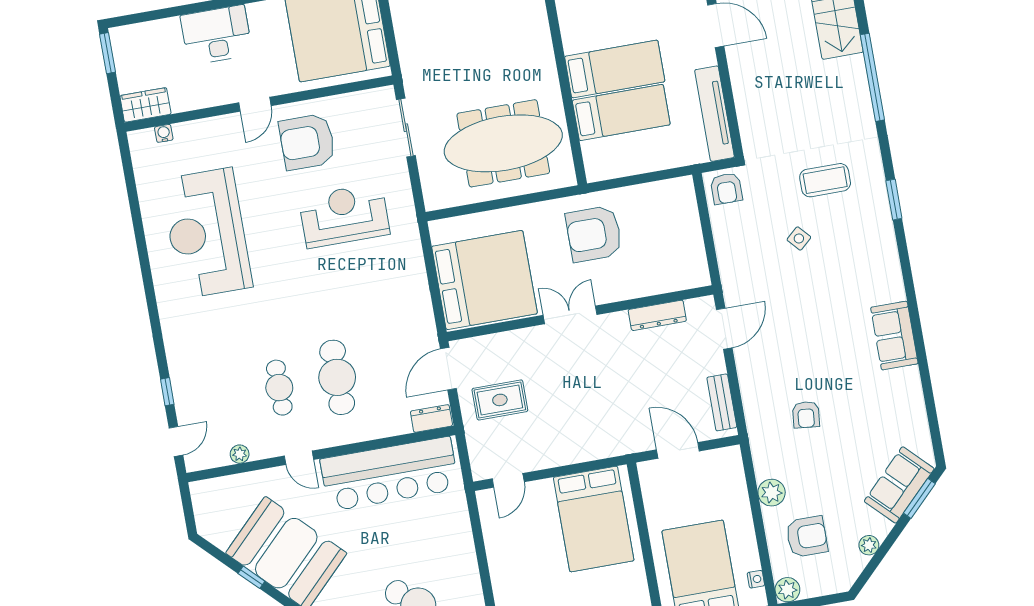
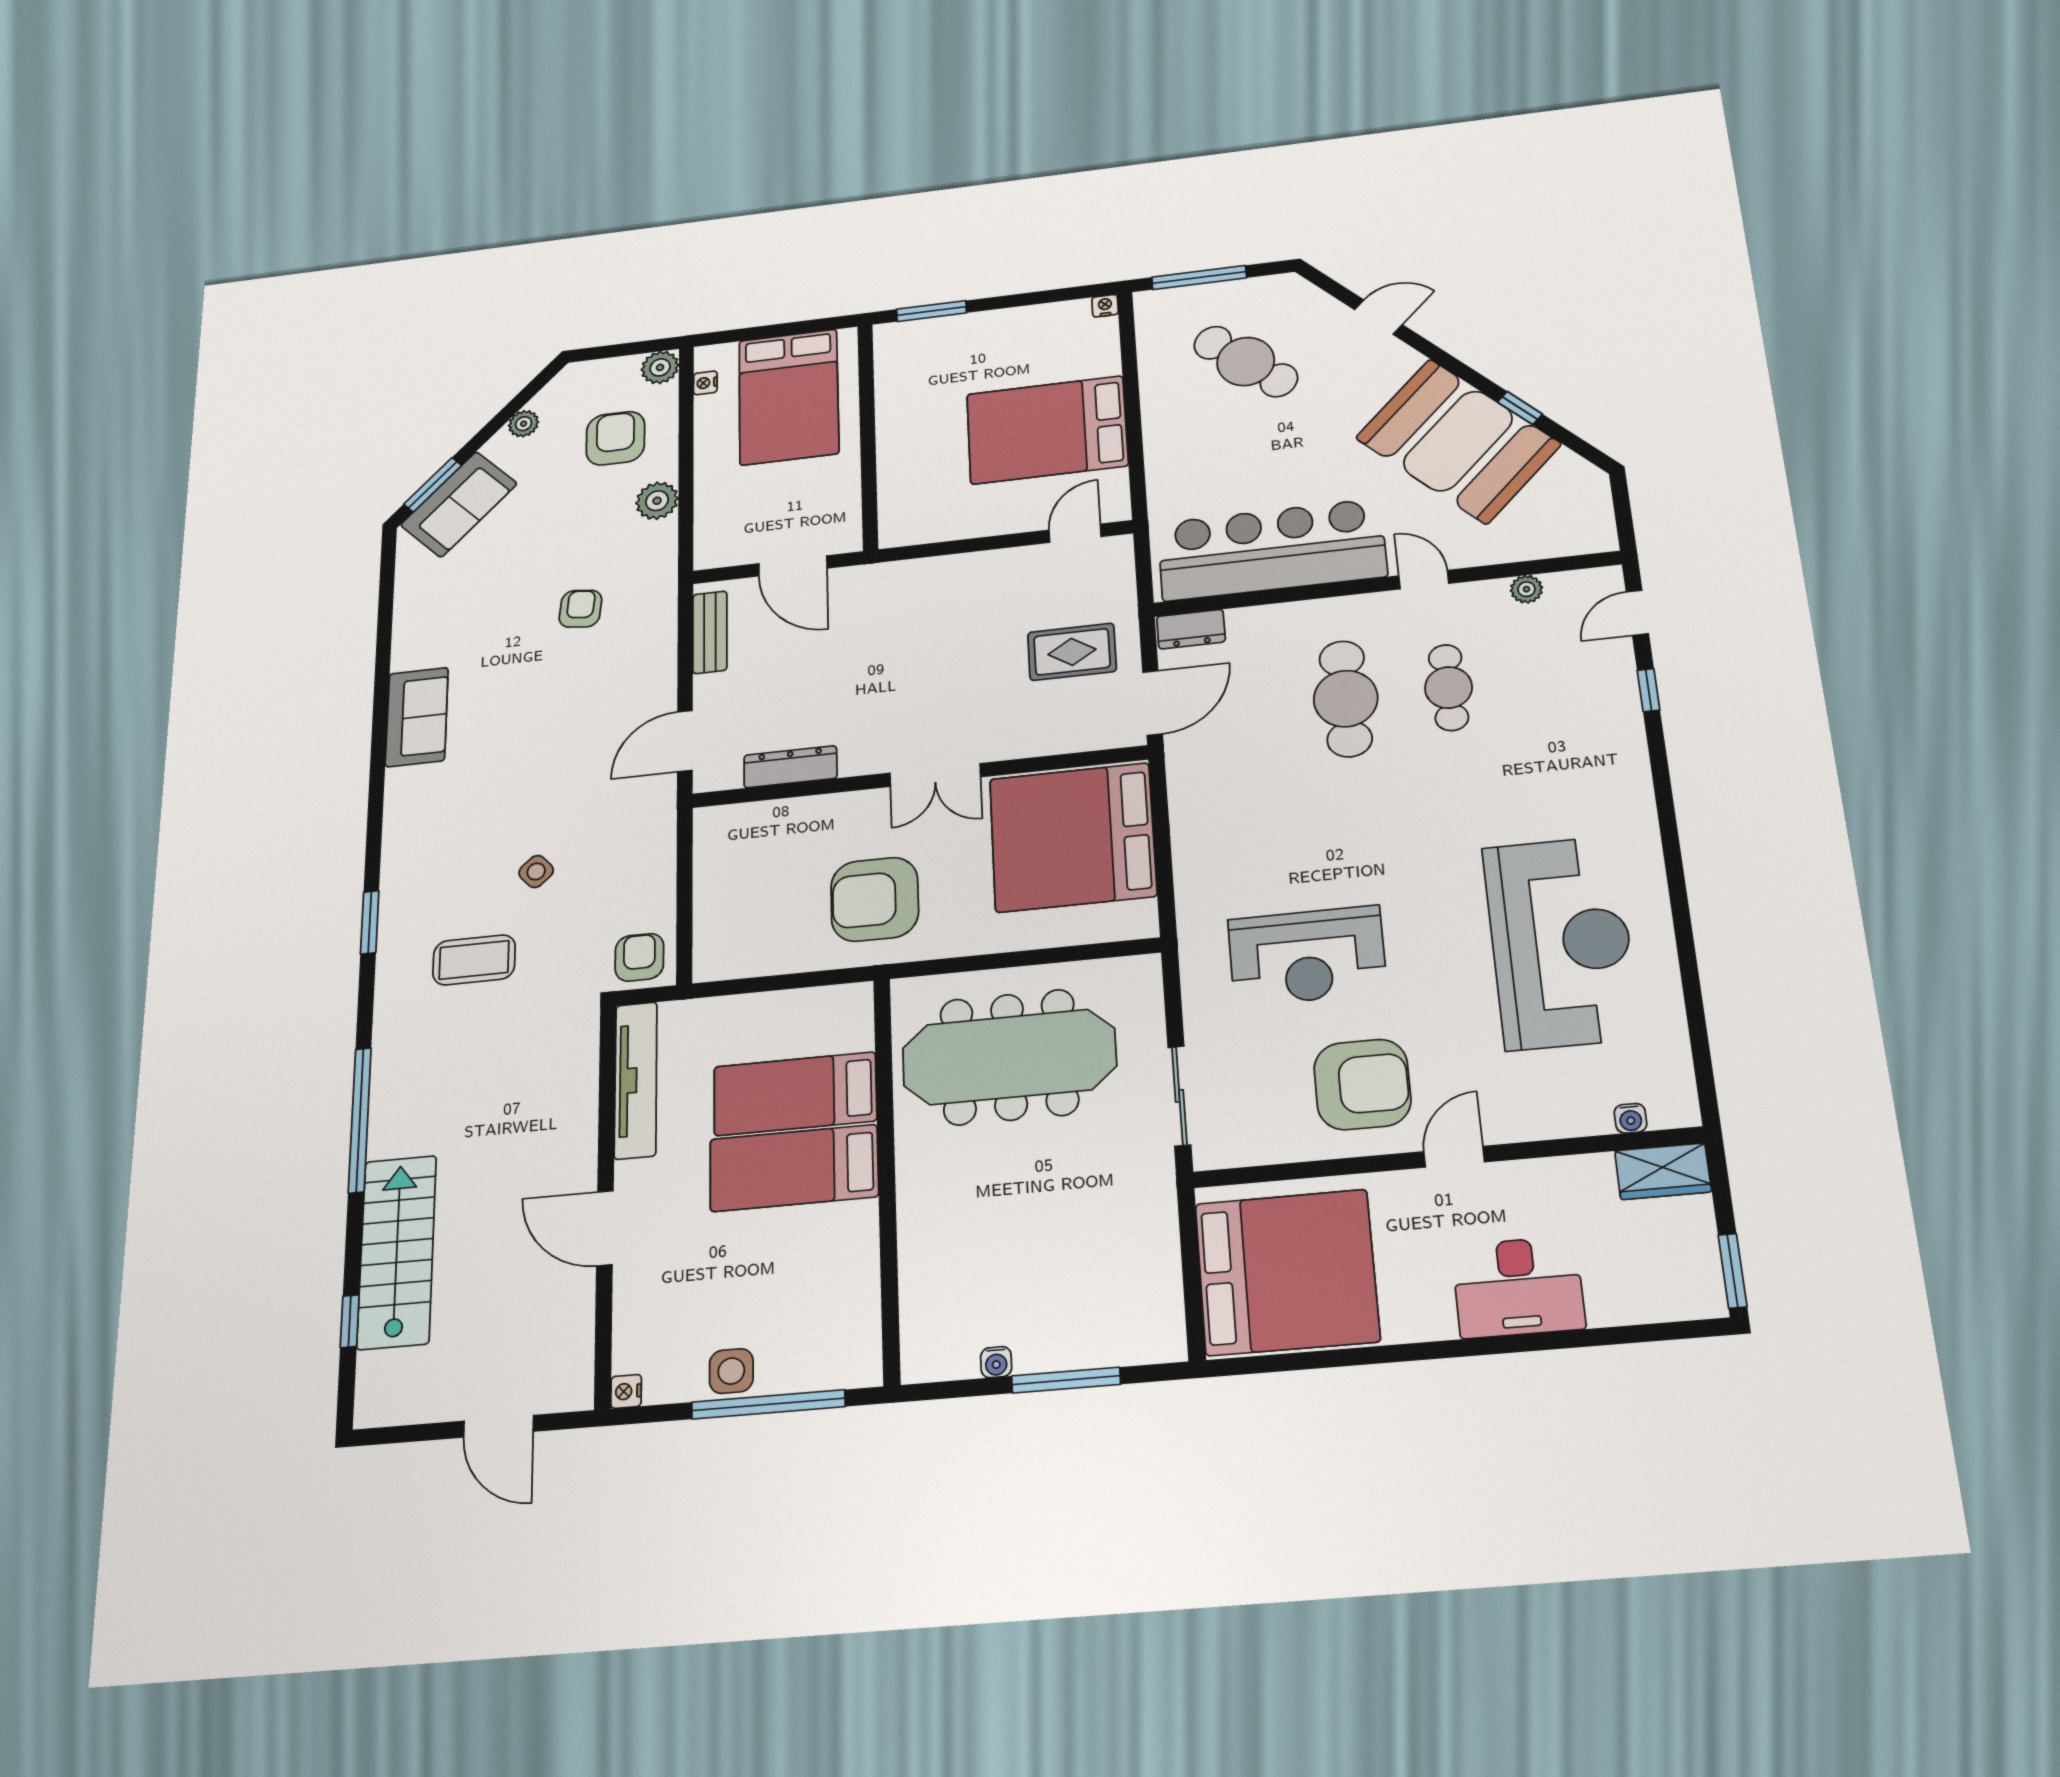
armchair: (594, 234) -> (875, 899), turned 180
bed: (594, 519) -> (1047, 430), moved, turned -90
armchair: (807, 537) -> (615, 438), turned 90

